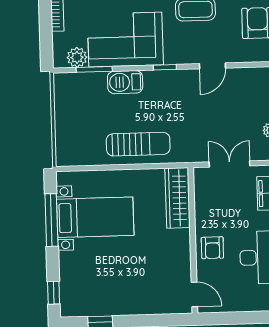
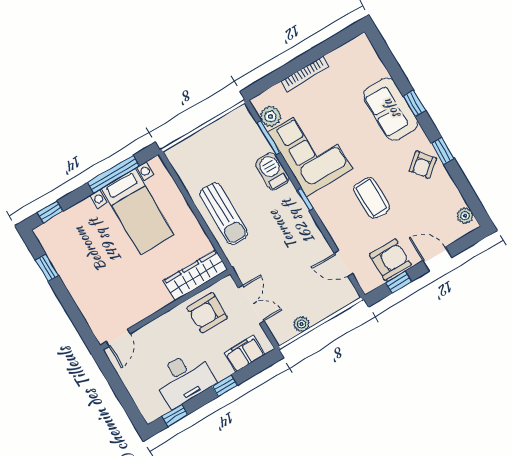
door: (212, 66) -> (343, 263), moved
armchair: (212, 248) -> (207, 313), moved, width x1.38, depth x1.38

